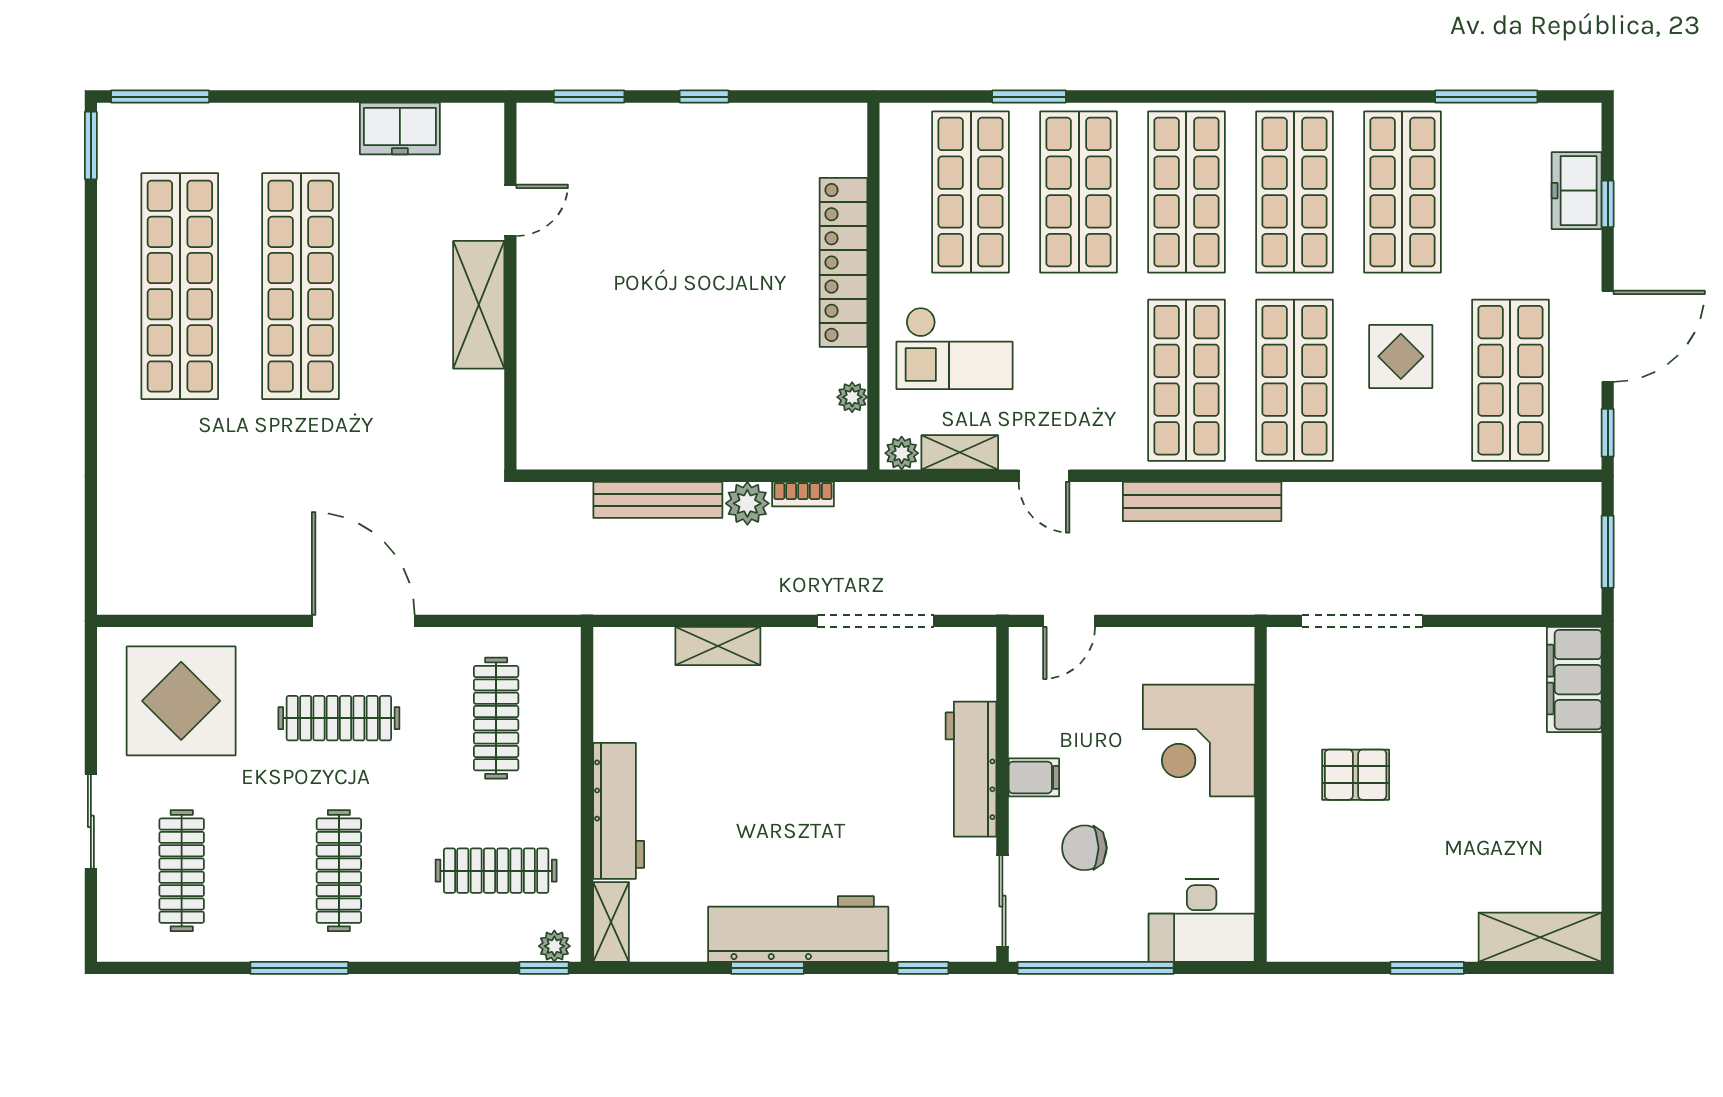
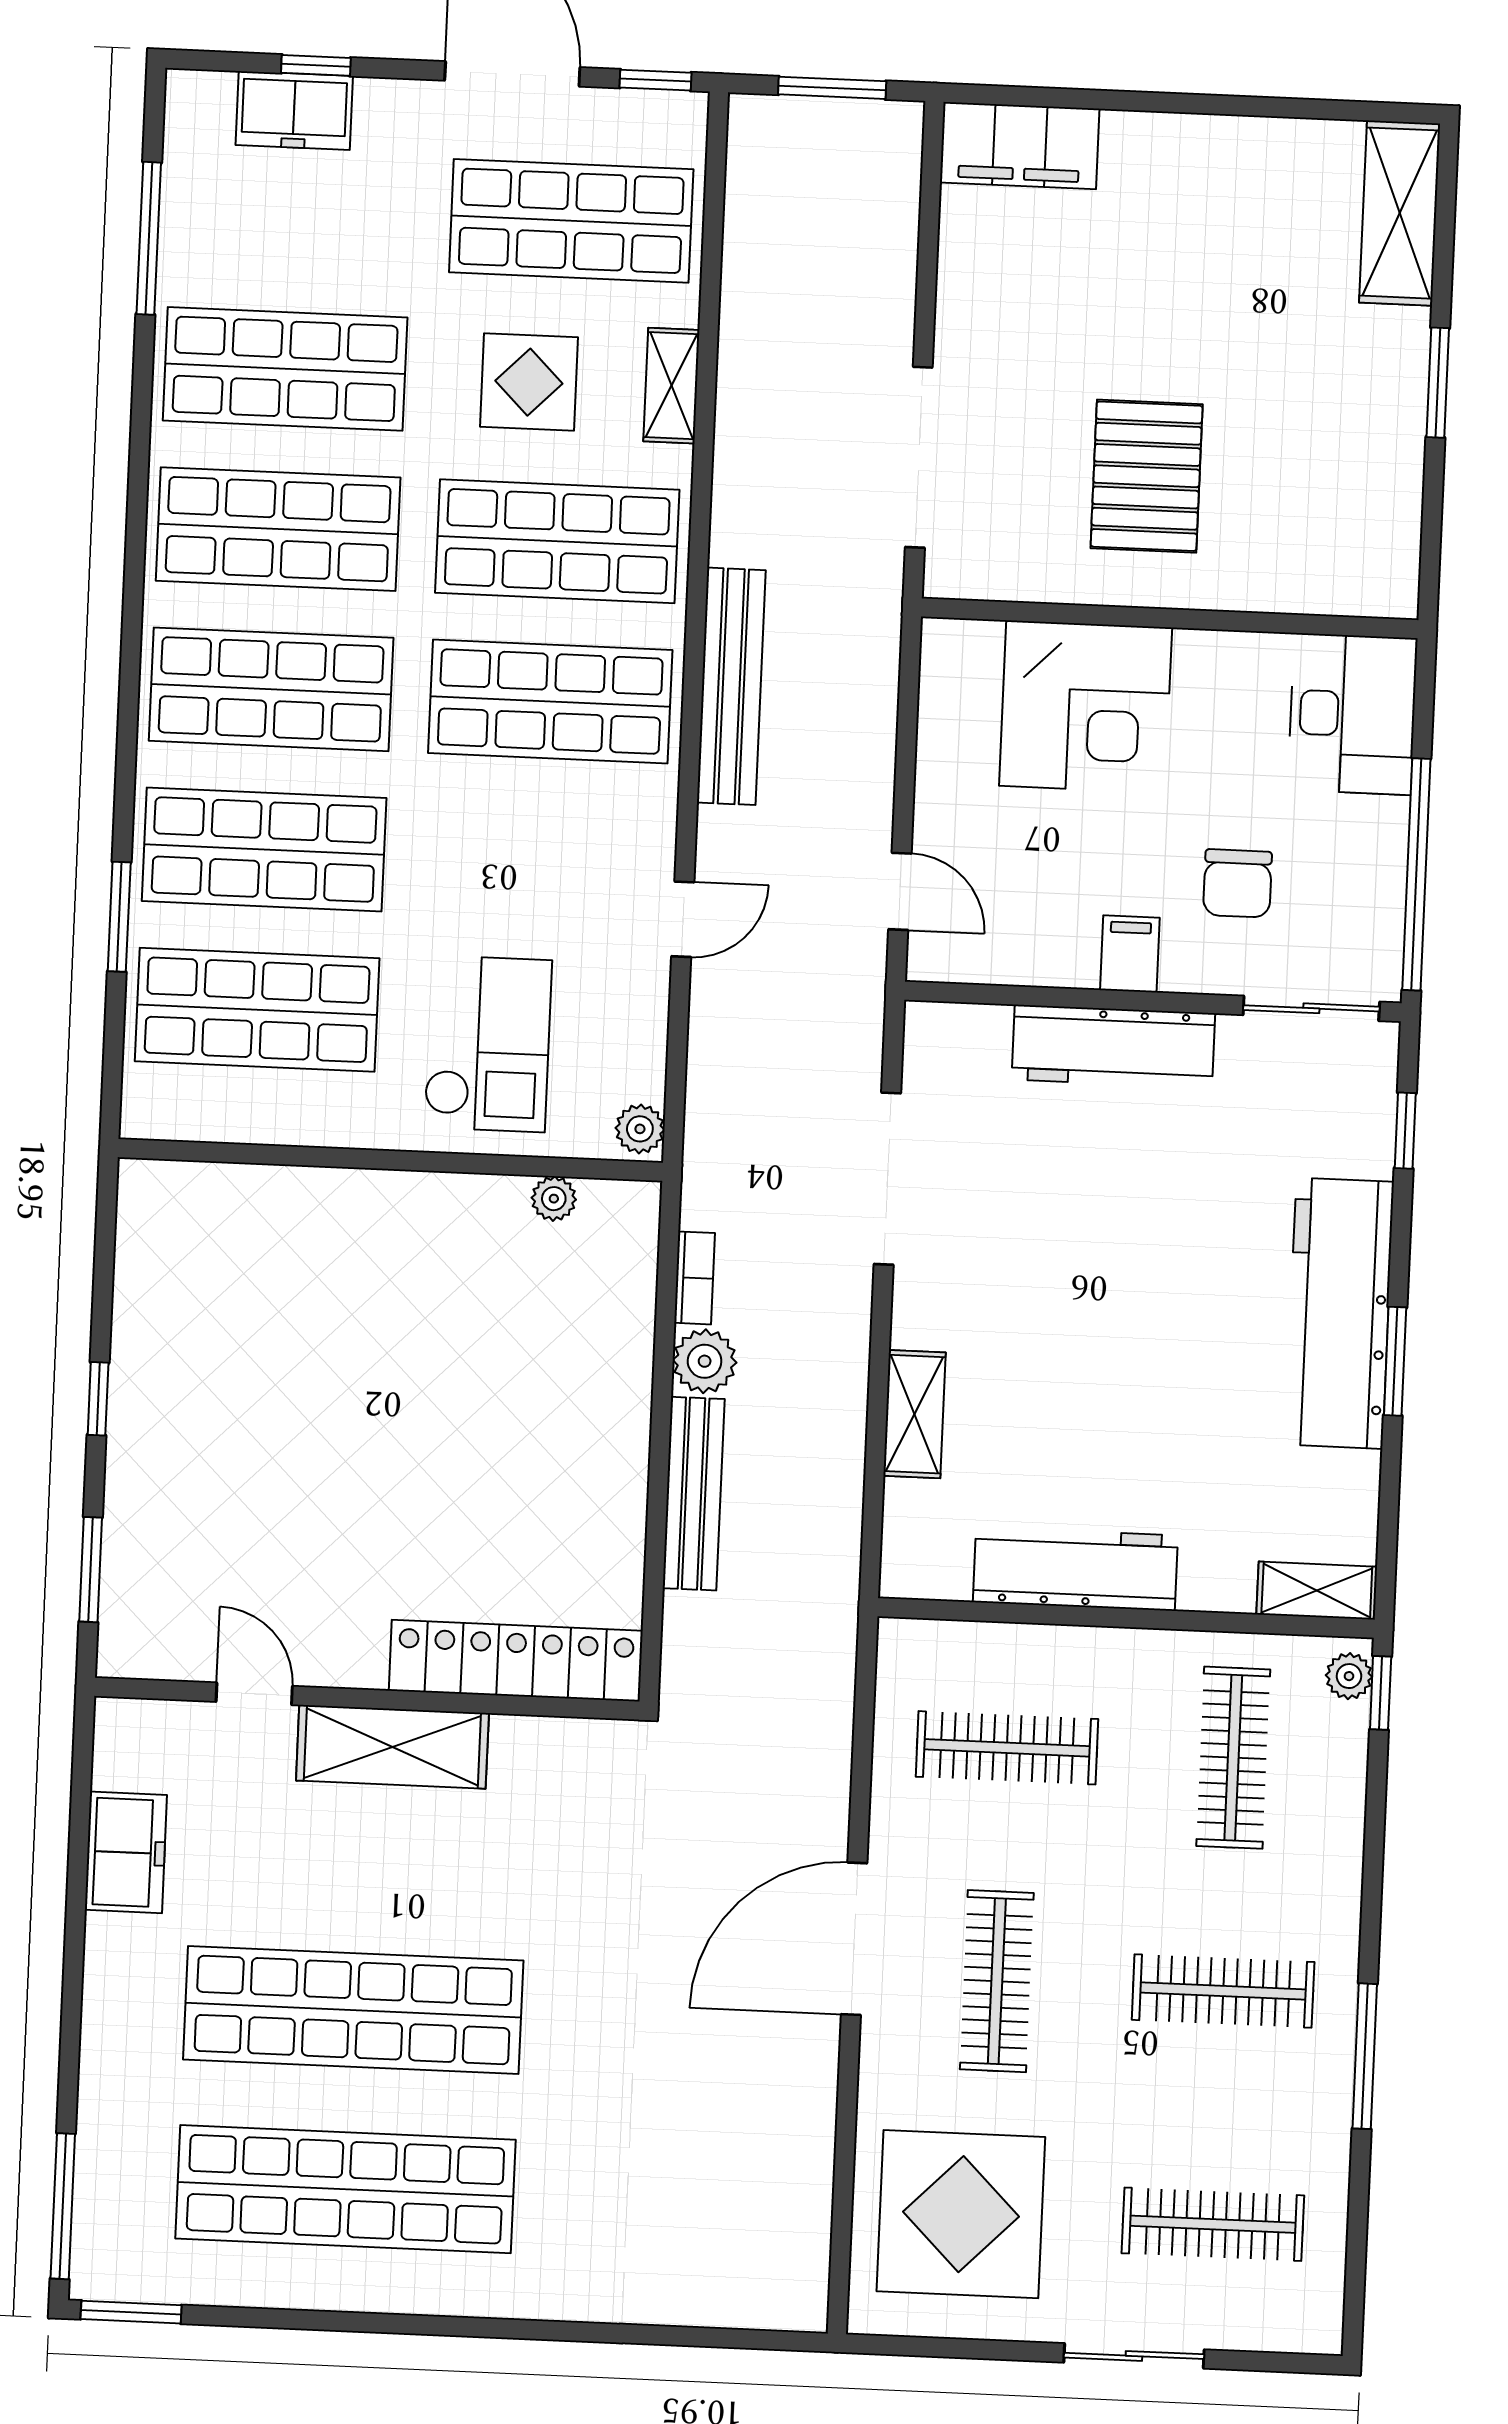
locker: (843, 262) -> (516, 1661), moved, turned 180
shelving: (960, 452) -> (671, 386), moved
pallet: (1356, 775) -> (1147, 476), width x1.50, depth x1.42
workbench: (619, 811) -> (1075, 1569), moved

